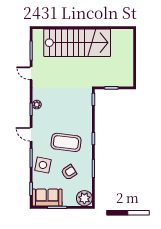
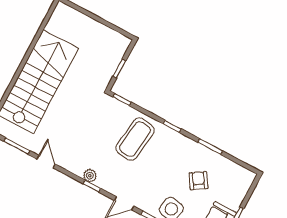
door: (31, 73) -> (46, 162), swing flipped
coffee table: (66, 142) -> (135, 139), moved
plant: (84, 198) -> (242, 179), removed

